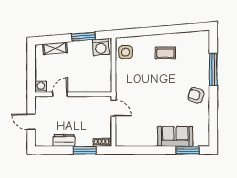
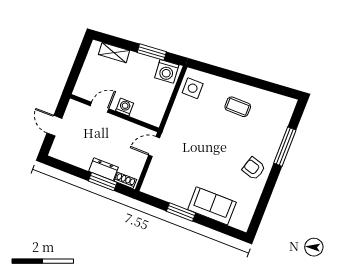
washing machine: (41, 87) -> (125, 107), moved
door: (113, 108) -> (154, 146), swing flipped
dresser: (64, 140) -> (103, 169), moved
window: (188, 150) -> (181, 212), moved

